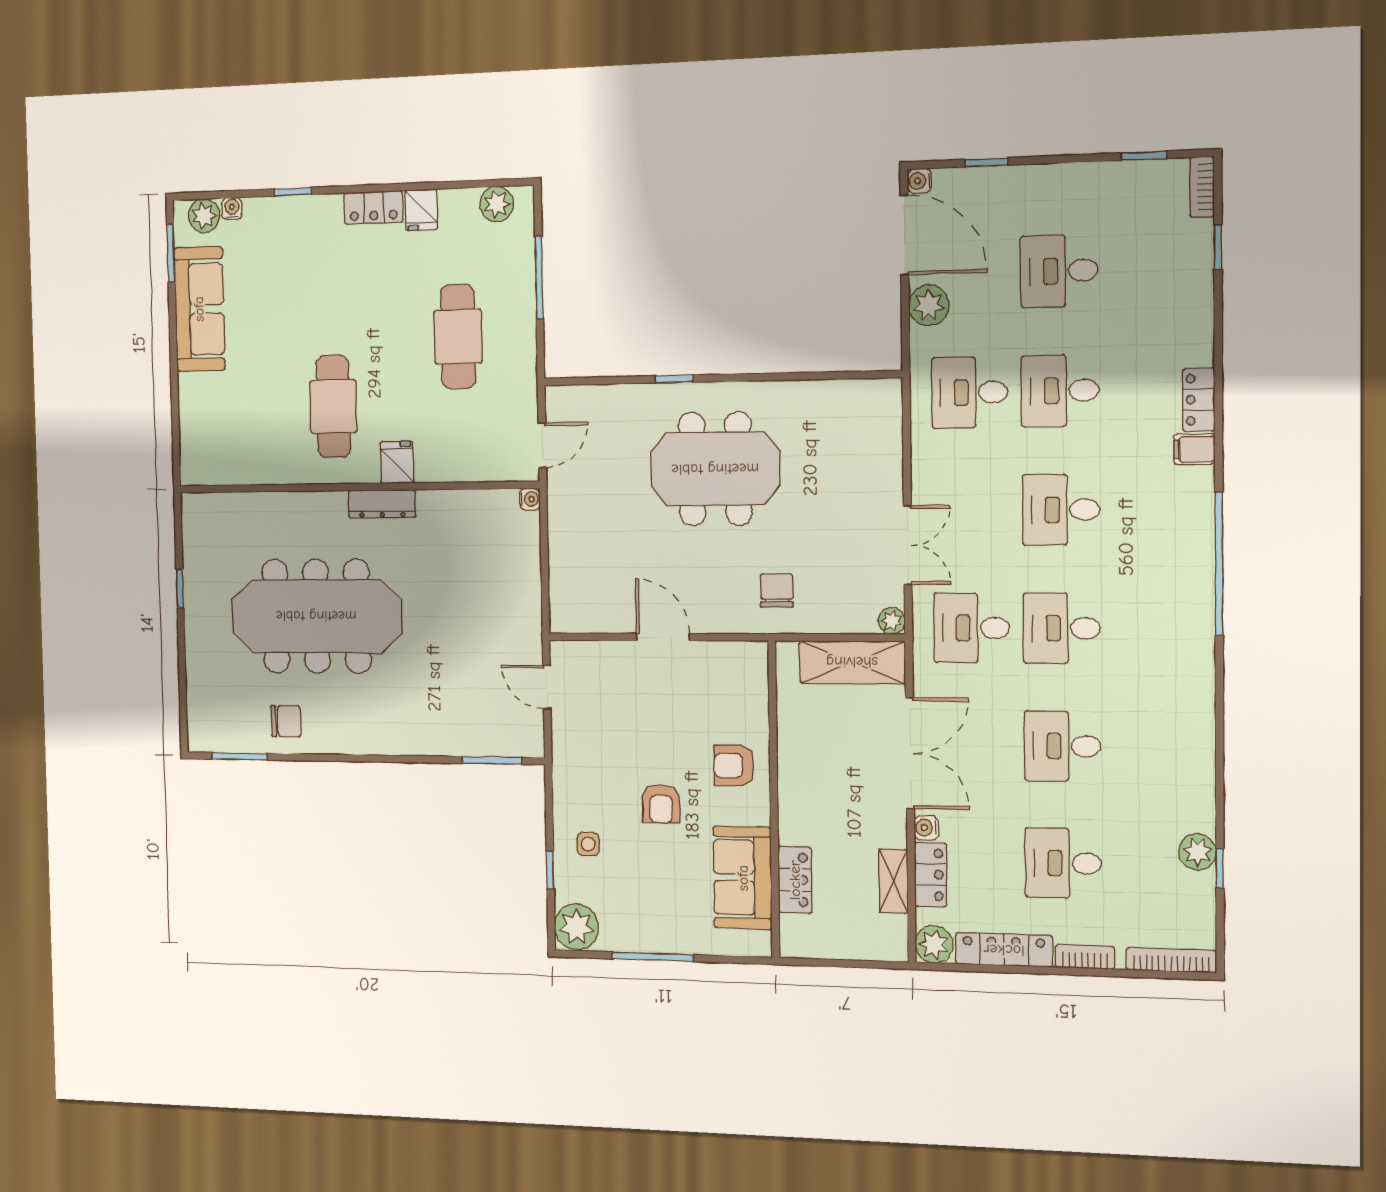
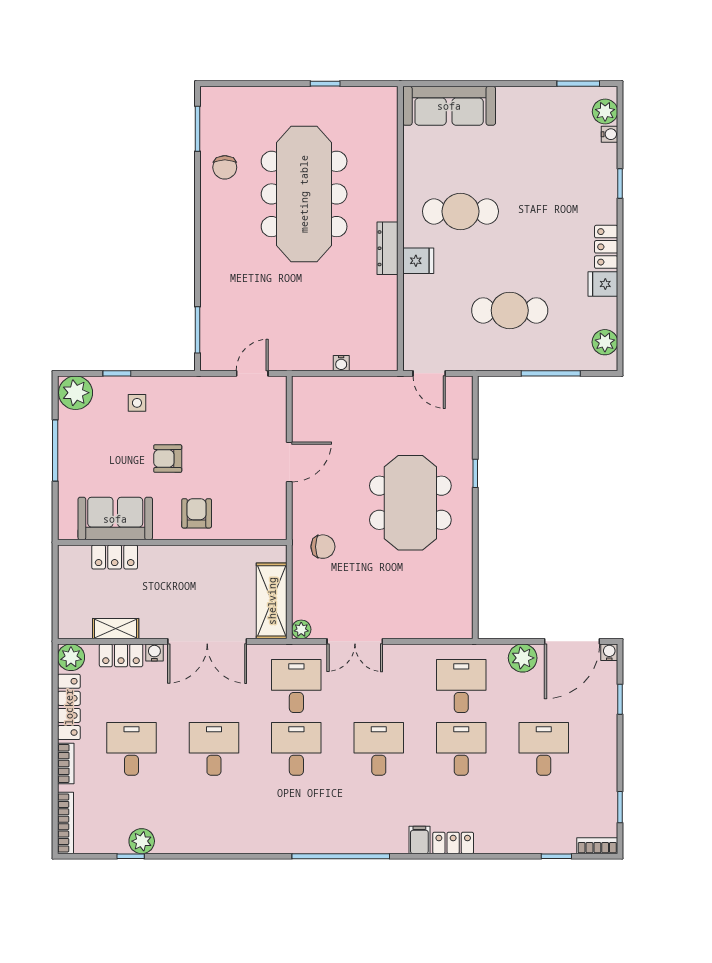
sofa: (199, 309) -> (449, 106), moved
water cooler: (530, 499) -> (341, 363), moved

